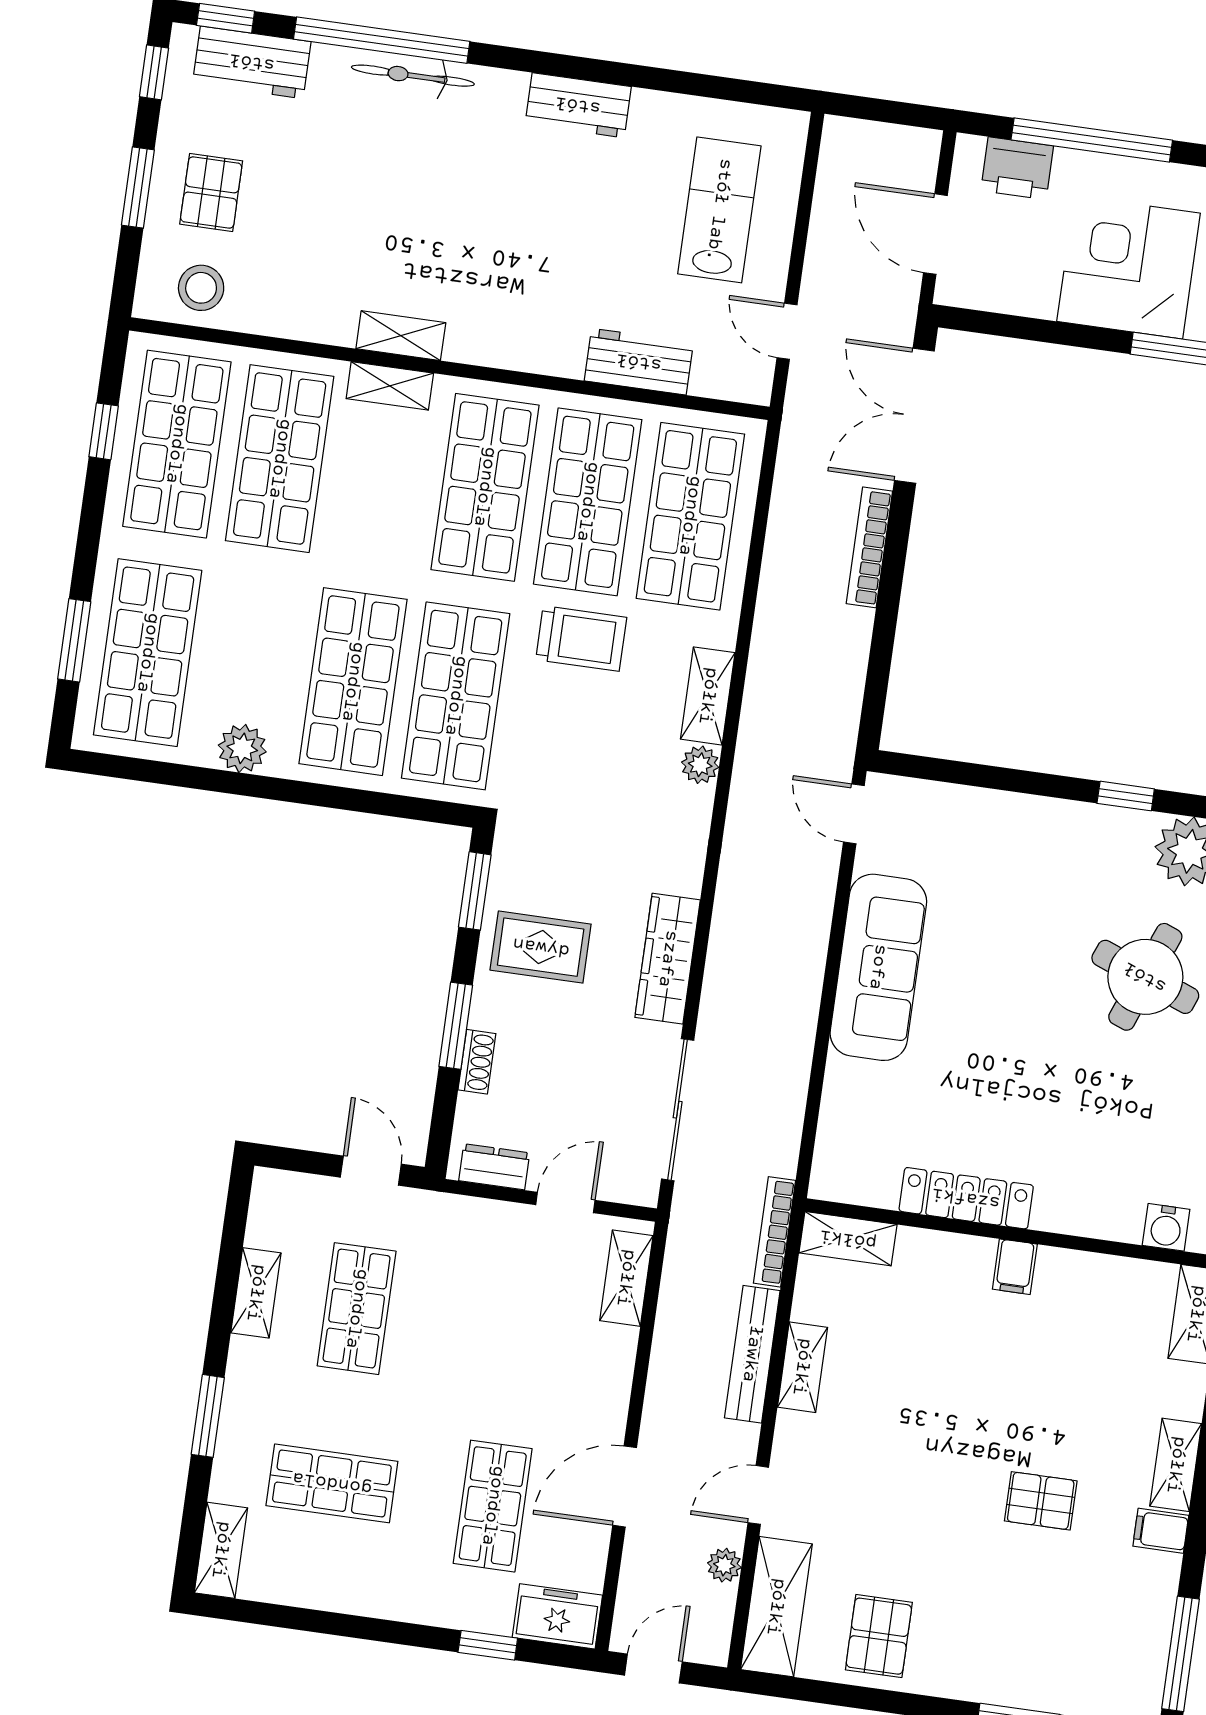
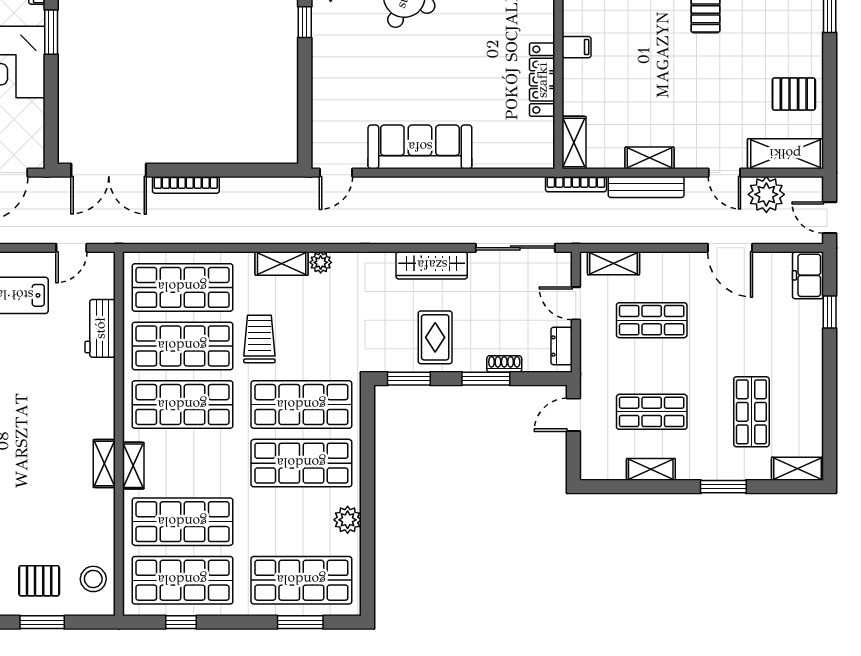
shop shelf: (493, 1506) -> (652, 320), moved
plant: (724, 1565) -> (766, 194), width x1.88, depth x1.88

